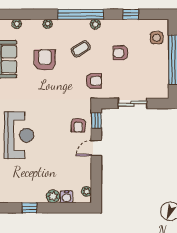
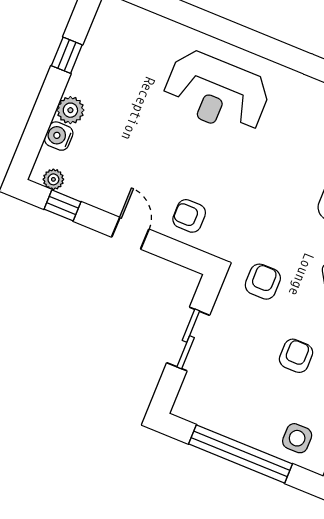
armchair: (94, 81) -> (263, 282), turned 180
window: (96, 121) -> (62, 205), moved

